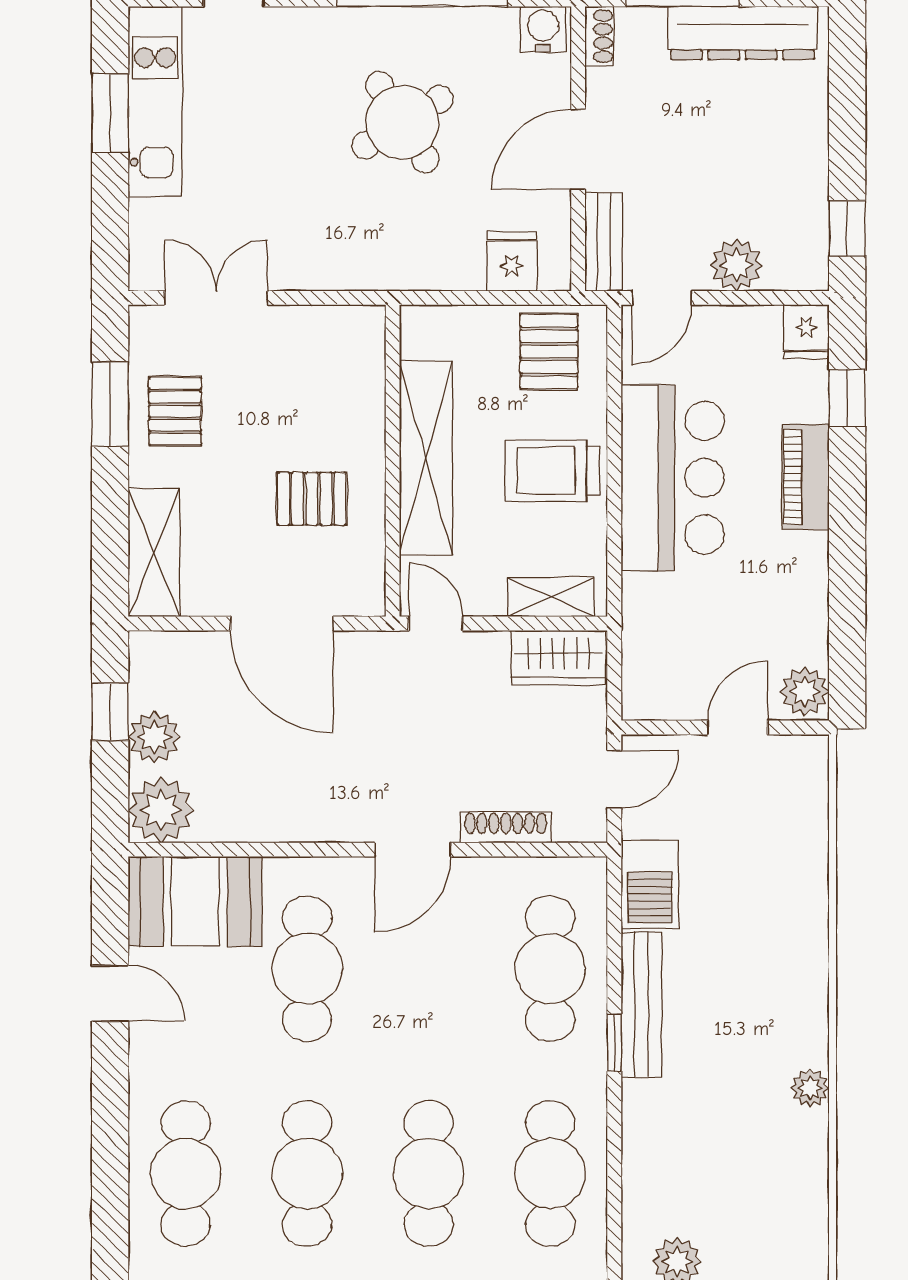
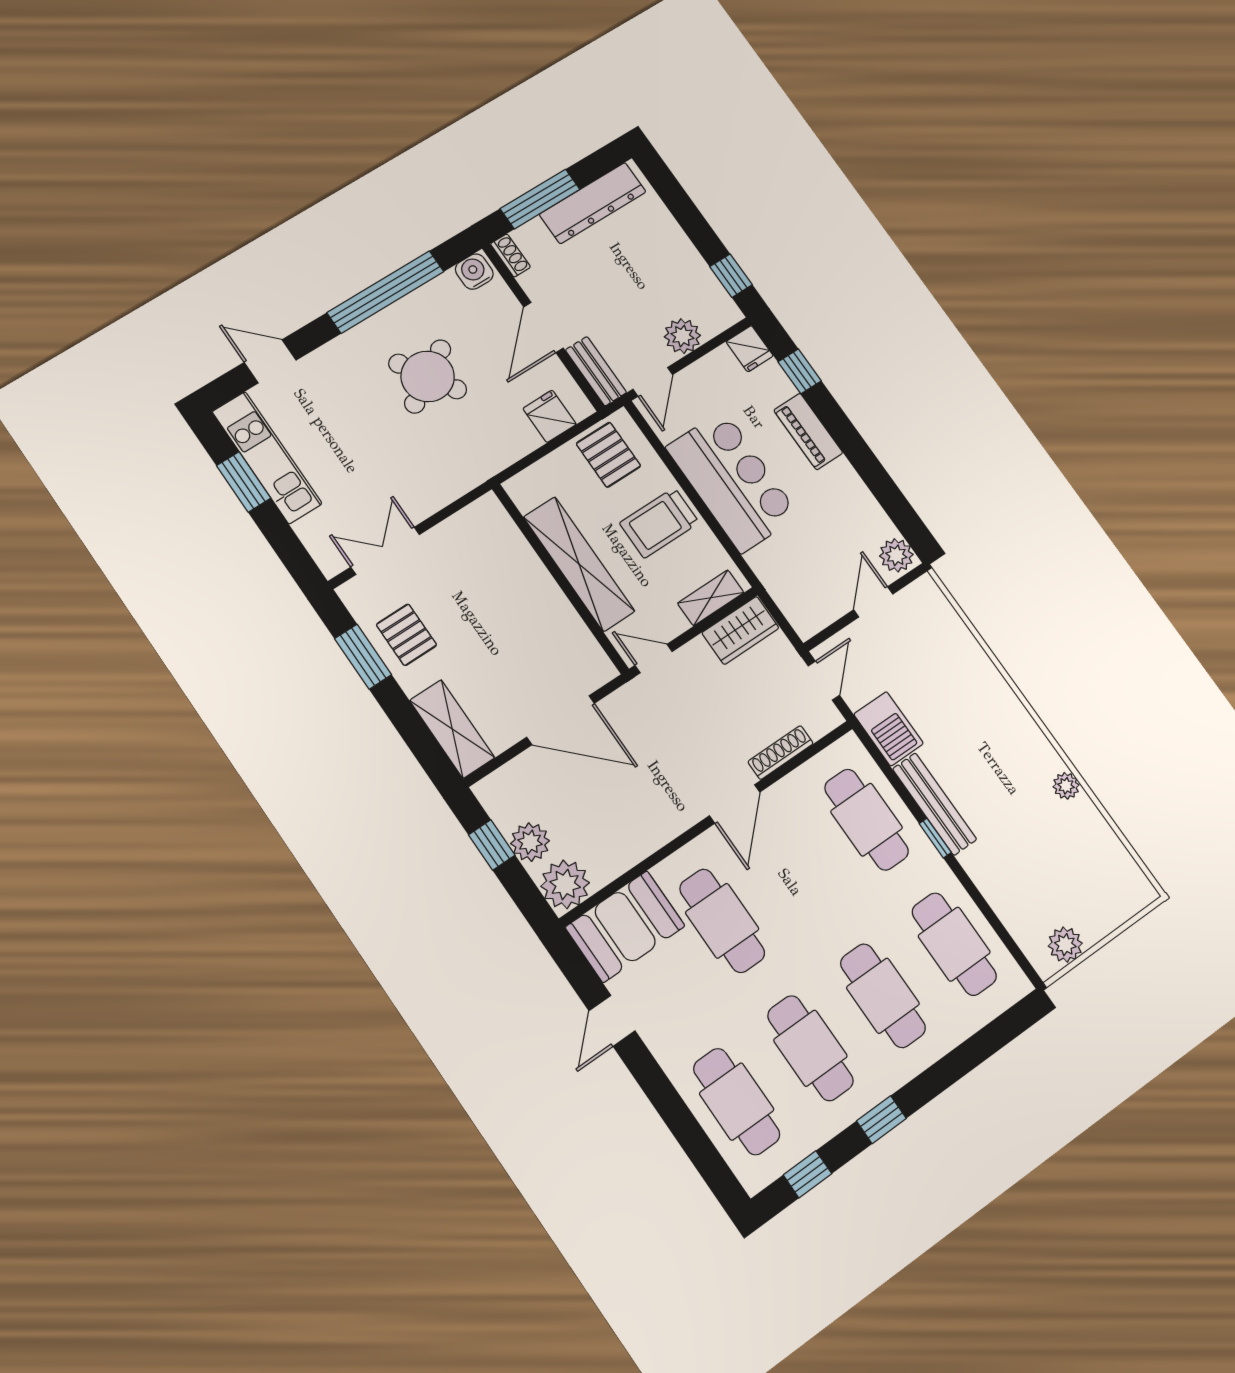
pallet: (312, 499) -> (527, 633), removed
door: (110, 993) -> (612, 1021), swing flipped

